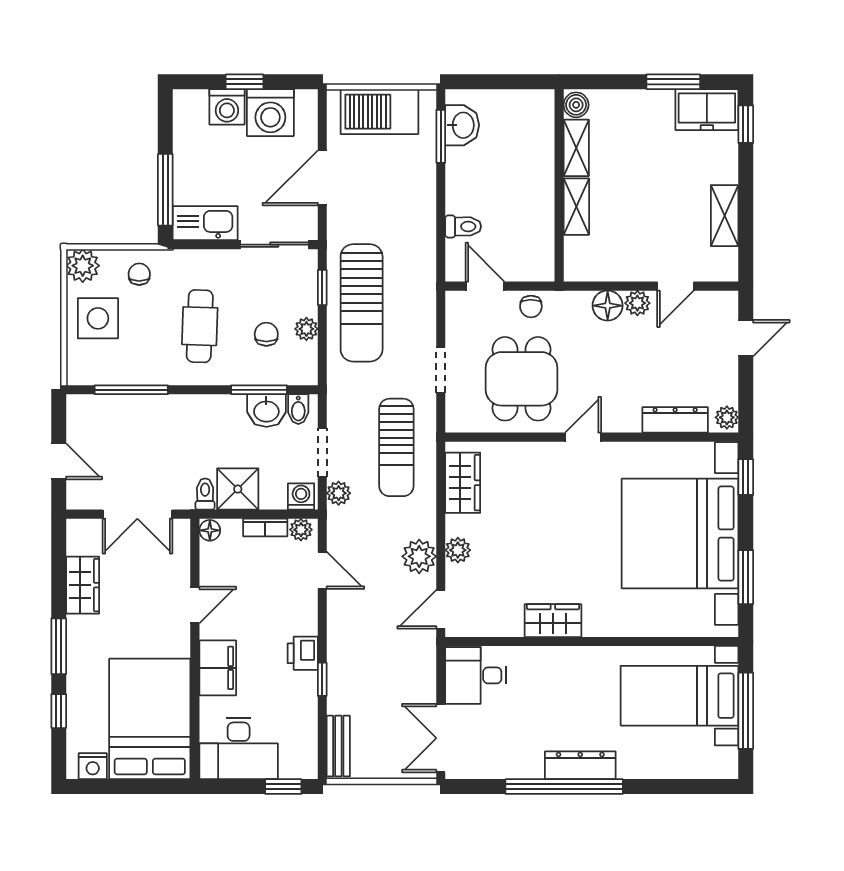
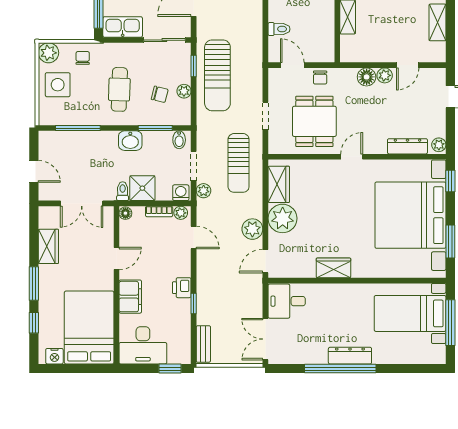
chair: (266, 334) -> (160, 94), turned 104
washbasin: (266, 411) -> (130, 141), moved
plant: (458, 550) -> (283, 218), width x1.88, depth x1.88

